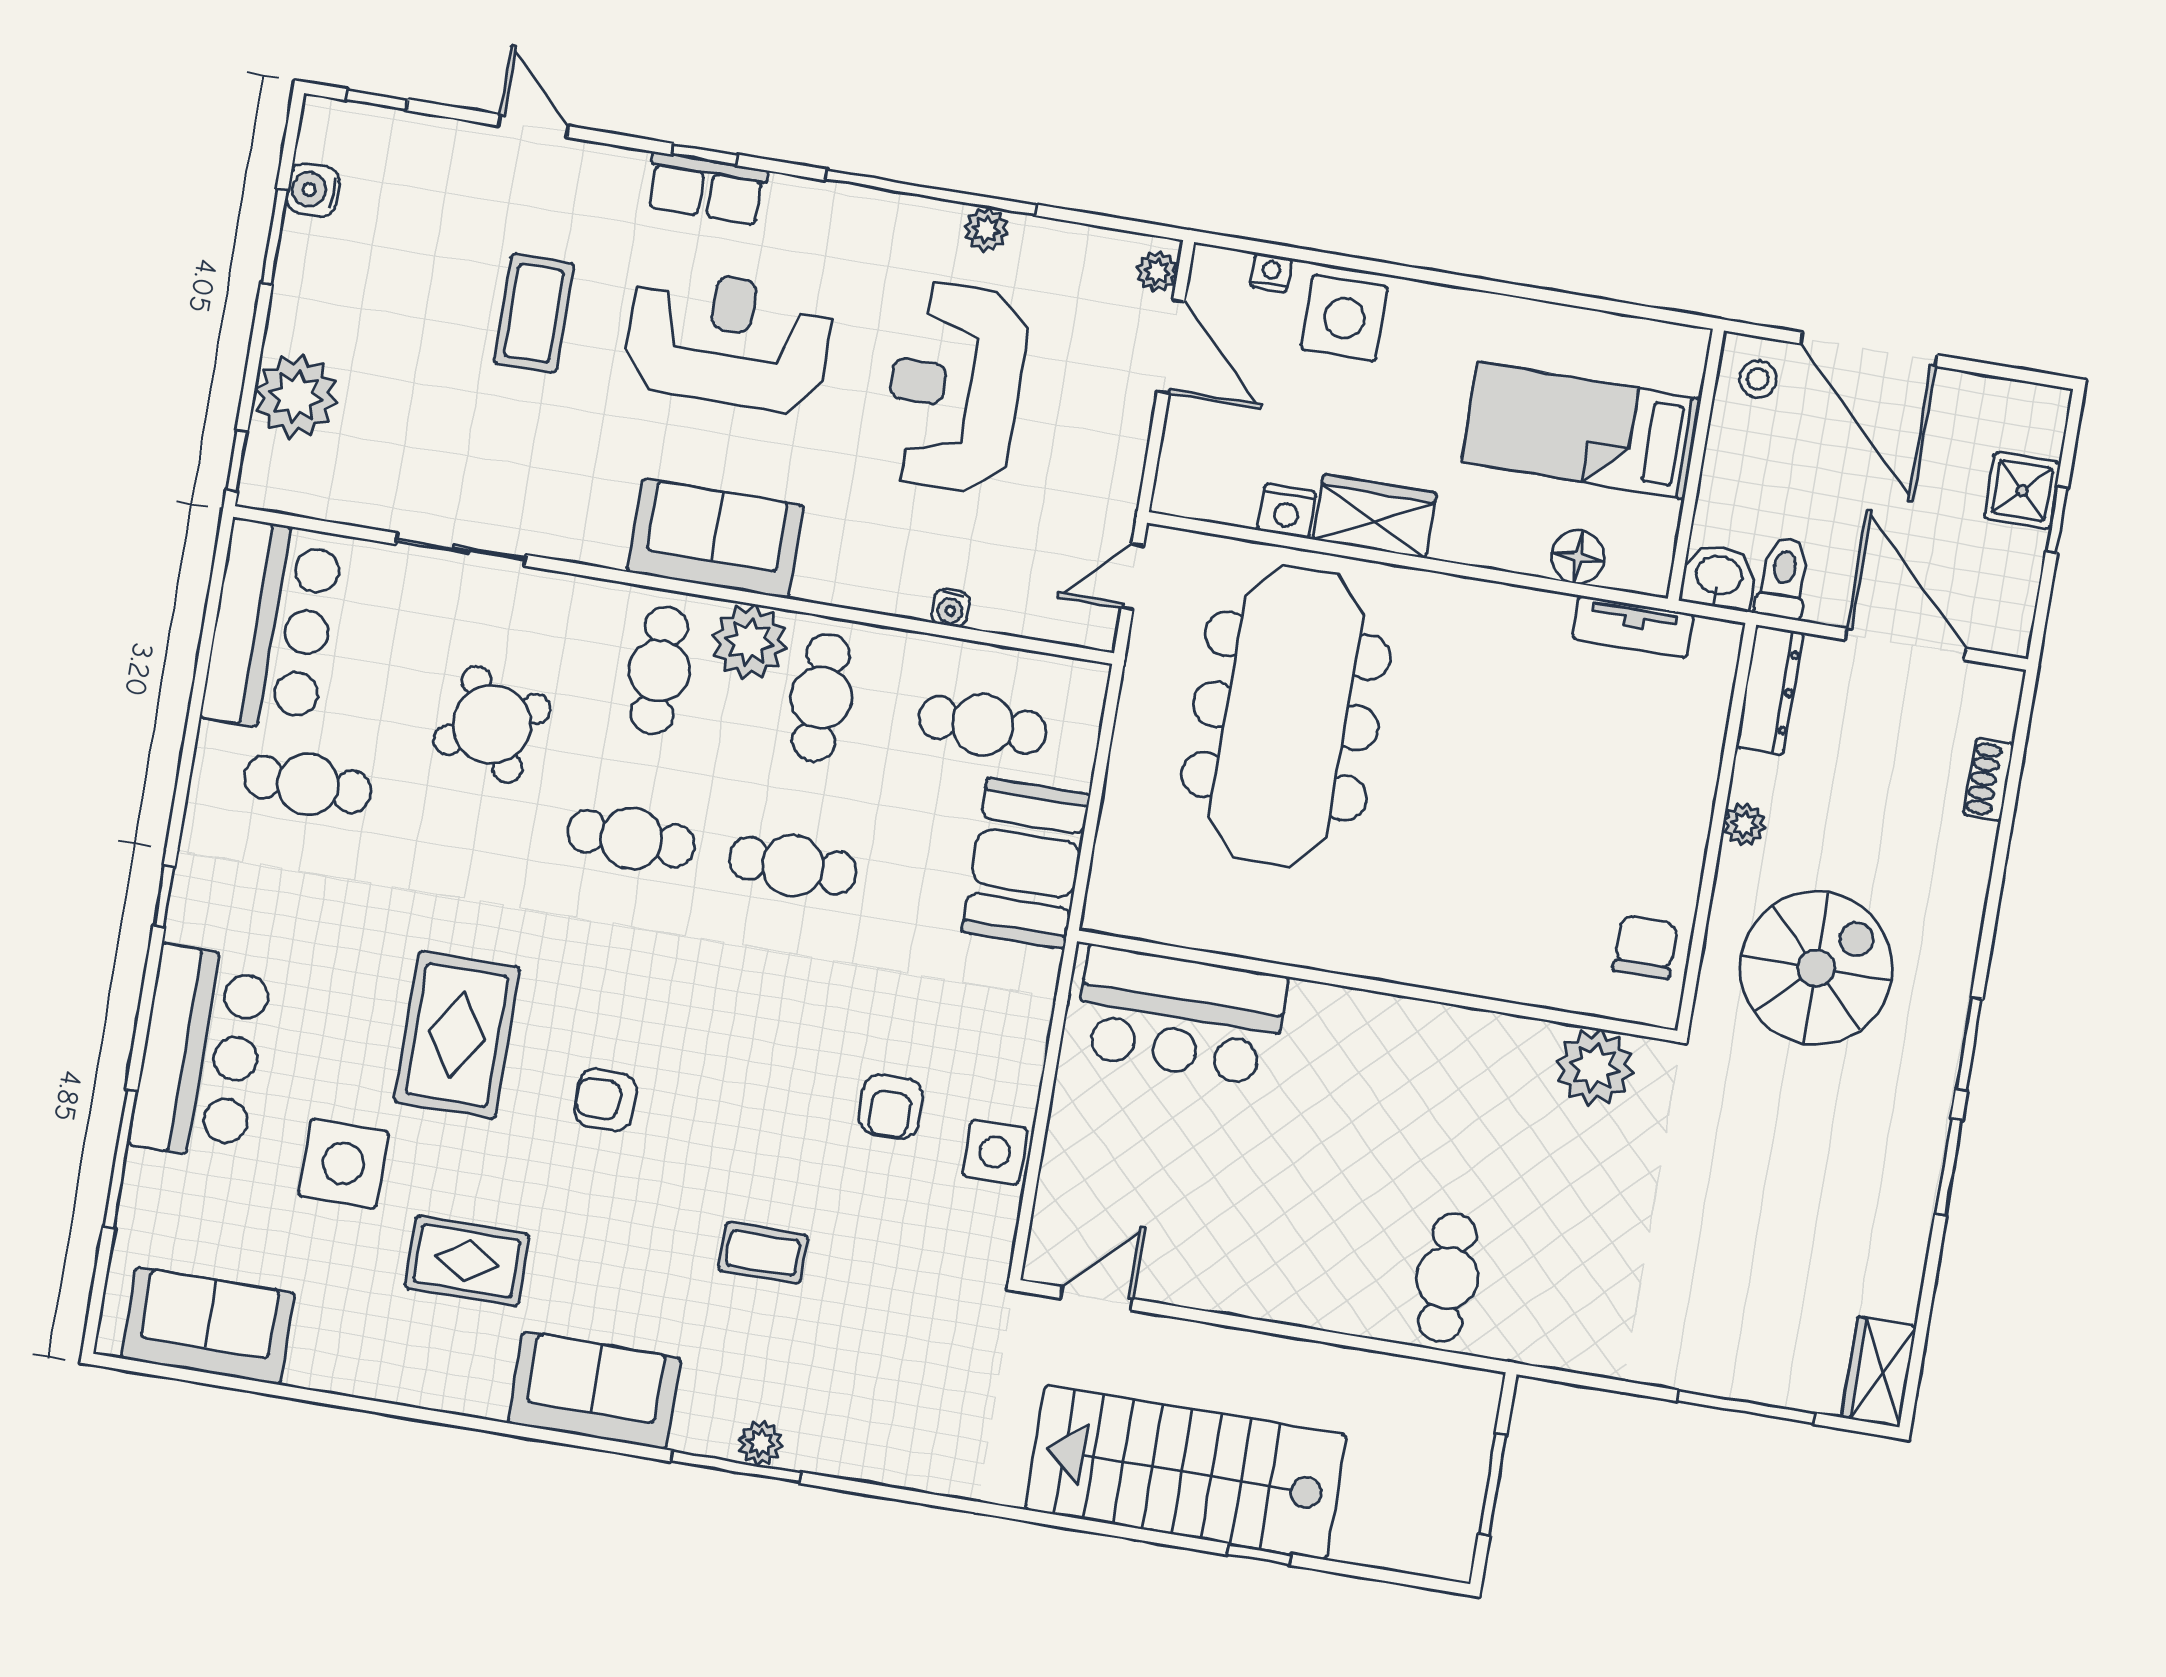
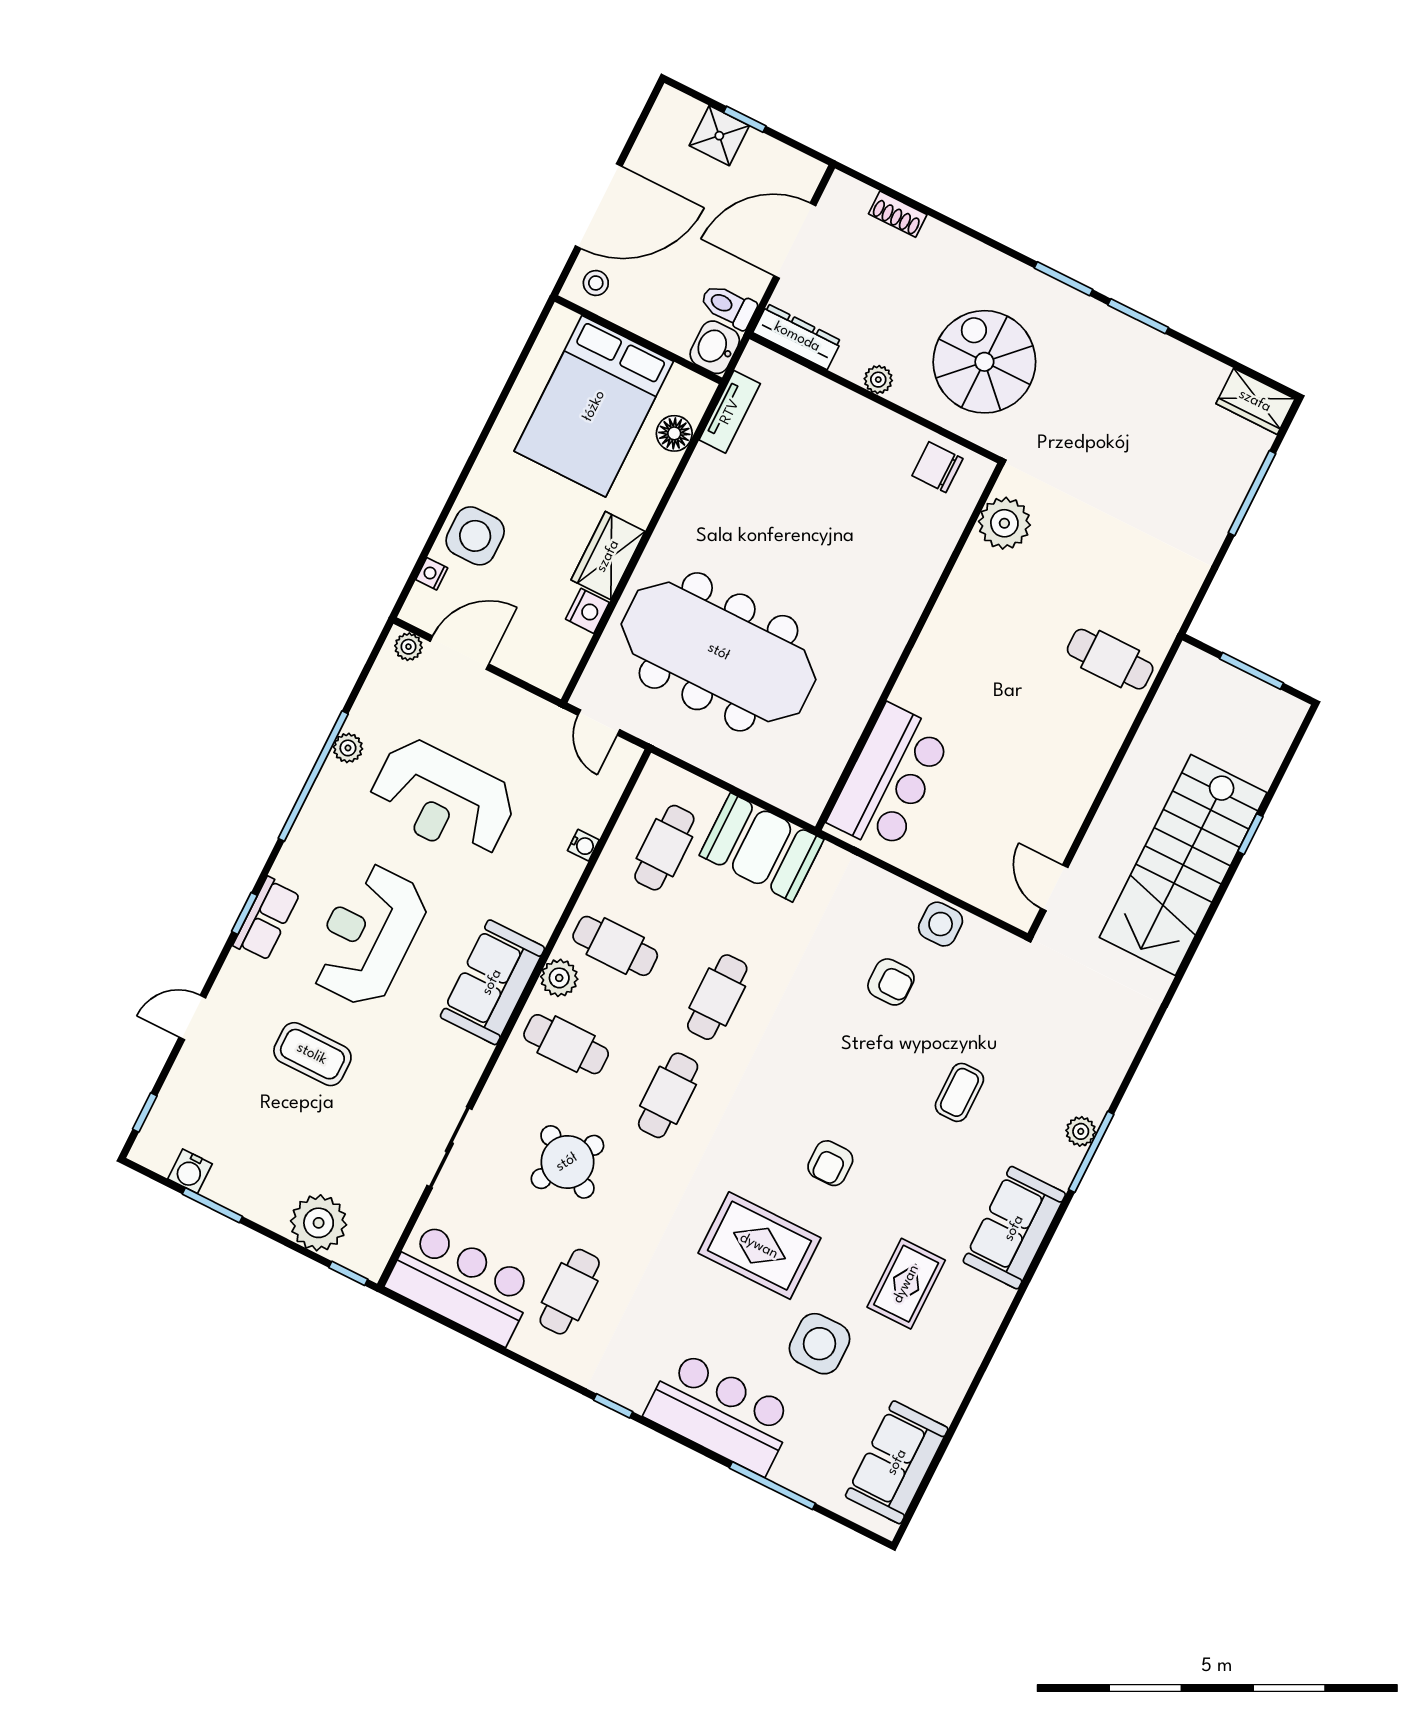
bed: (1581, 430) -> (594, 406), width x1.50
plant: (749, 642) -> (559, 978), width x0.73, depth x0.73
round table: (492, 724) -> (567, 1162), turned -30

